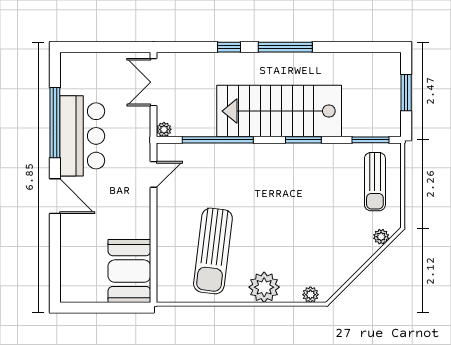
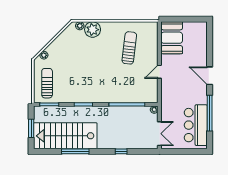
window: (285, 47) -> (75, 151), moved
stairs: (279, 111) -> (65, 136), moved, turned 180
bar counter: (82, 136) -> (196, 125), moved
door: (154, 174) -> (159, 72), moved
sun lounger: (213, 251) -> (129, 48), width x0.73, depth x0.75
plant: (264, 287) -> (93, 30), moved

